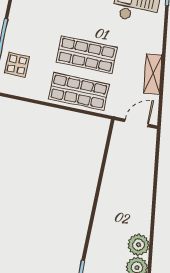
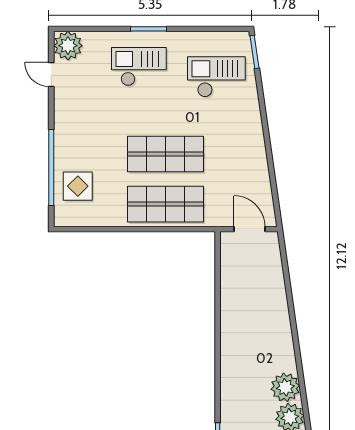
shelving: (153, 74) -> (257, 161), removed
door: (137, 123) -> (249, 229), hinge flipped

